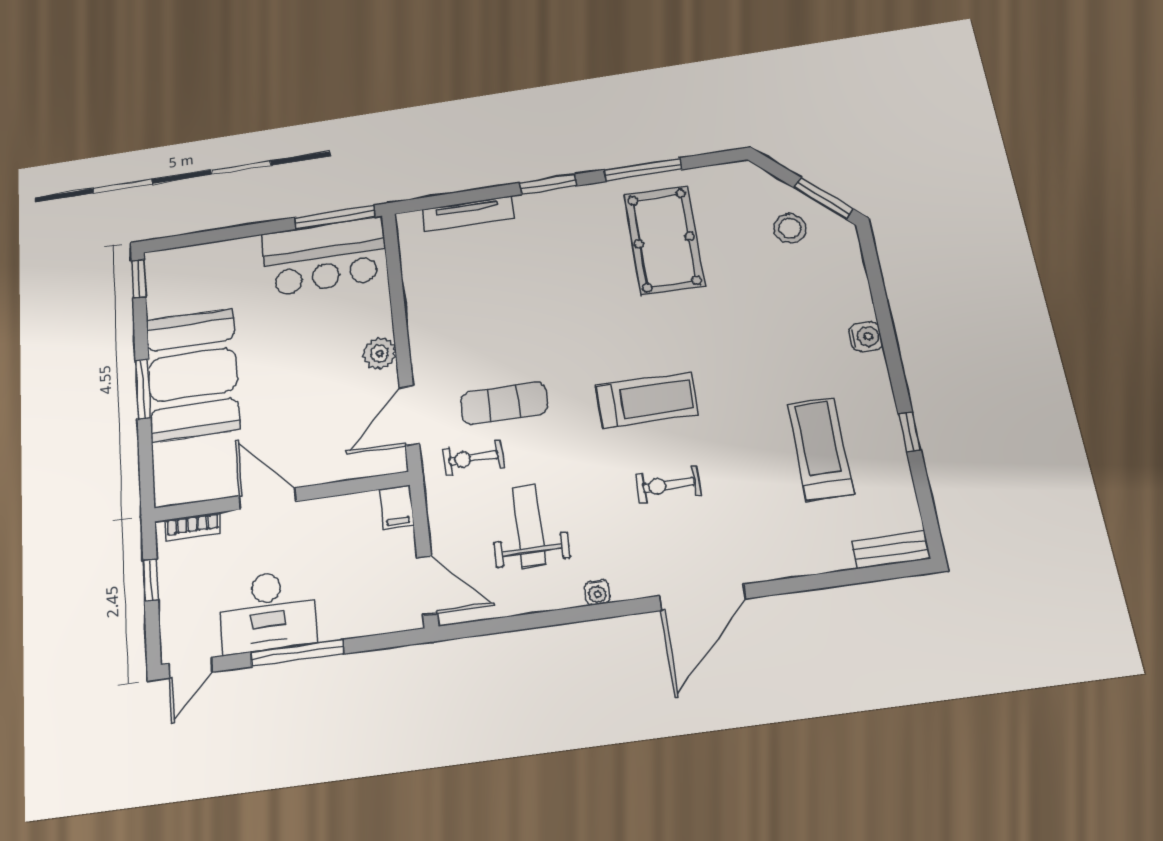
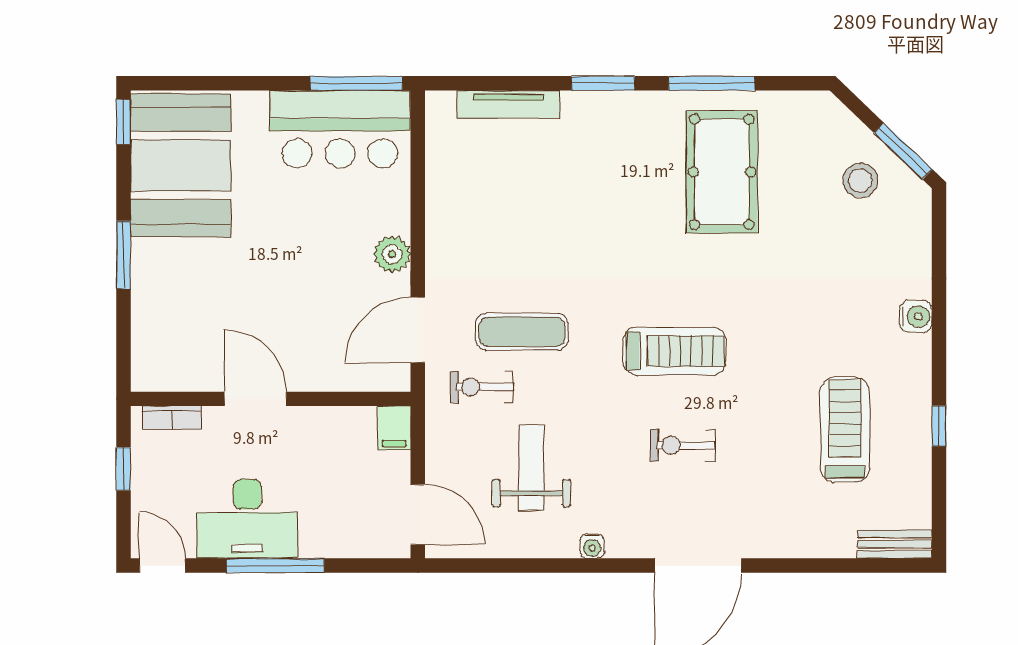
booth: (193, 375) -> (181, 165), moved
door: (191, 668) -> (162, 566), swing flipped

